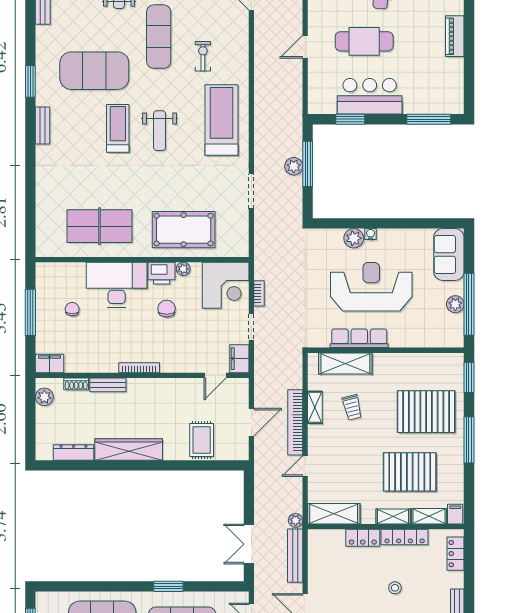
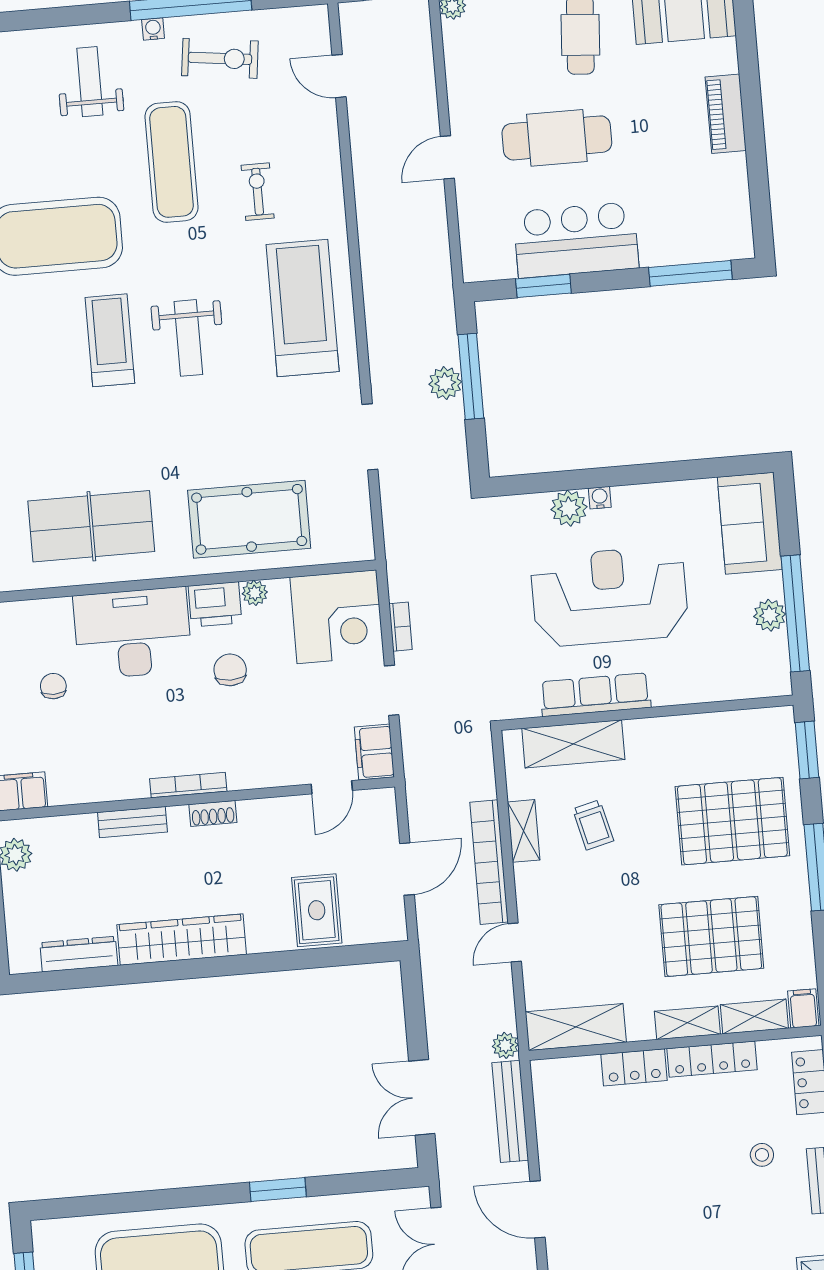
shoe rack: (76, 384) -> (213, 813), moved
stool: (395, 588) -> (762, 1155), moved

